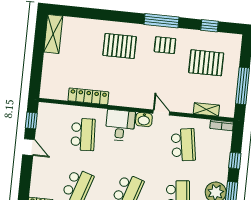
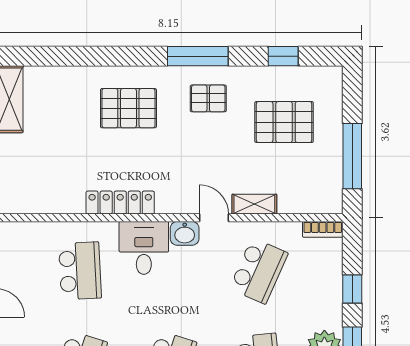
locker: (88, 96) -> (120, 203), moved
shelving: (206, 109) -> (254, 204), moved
school desk: (183, 145) -> (259, 271), turned 33

